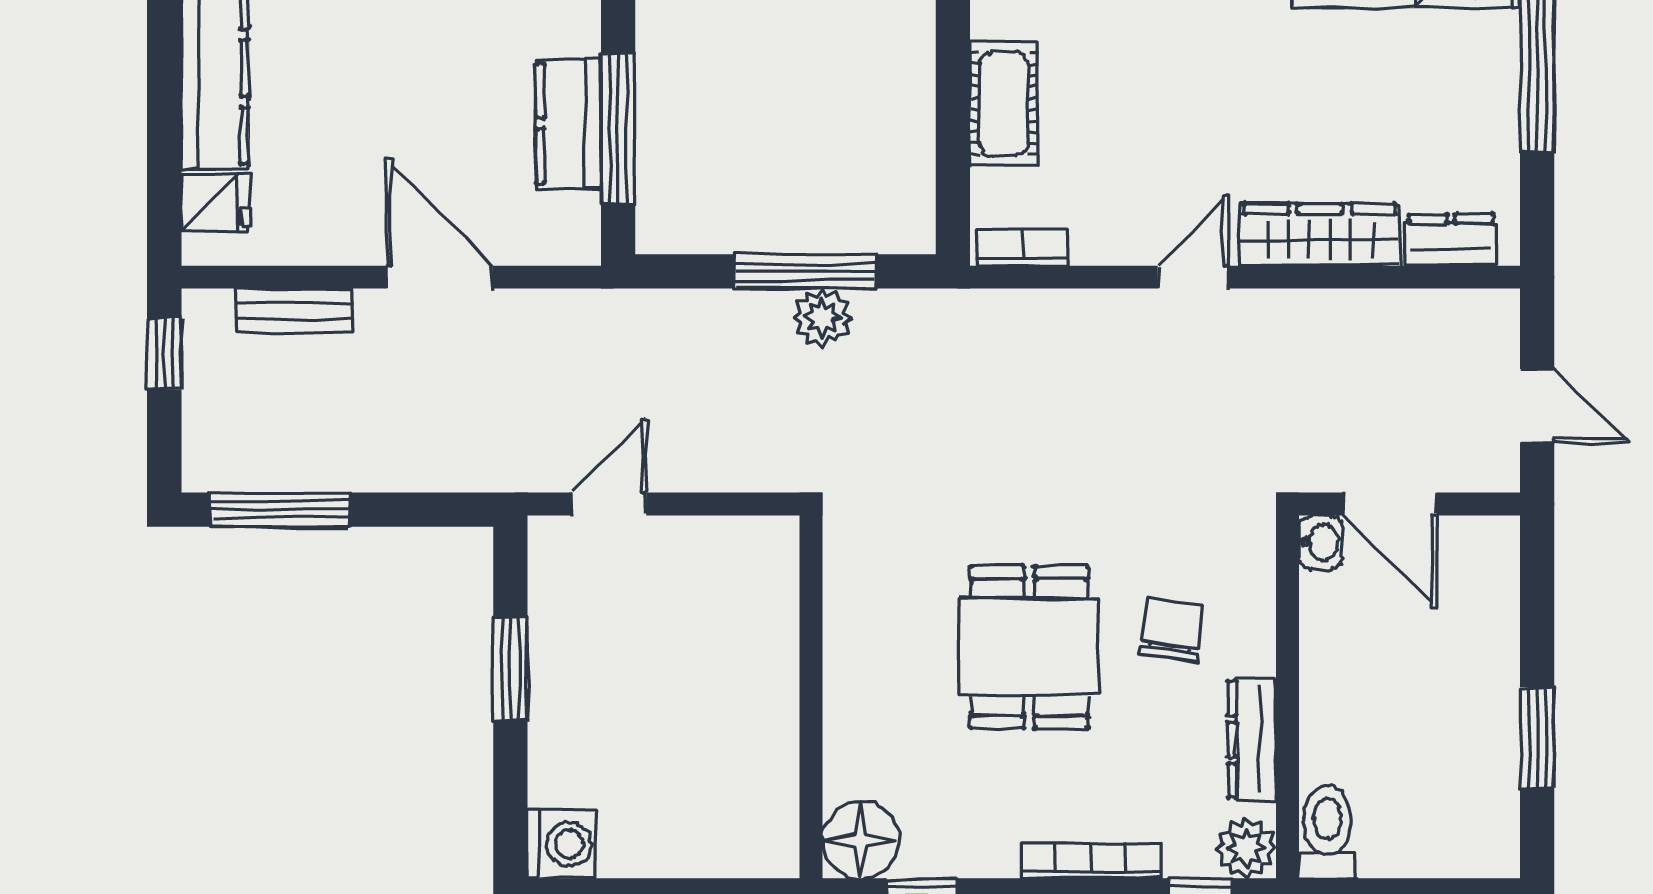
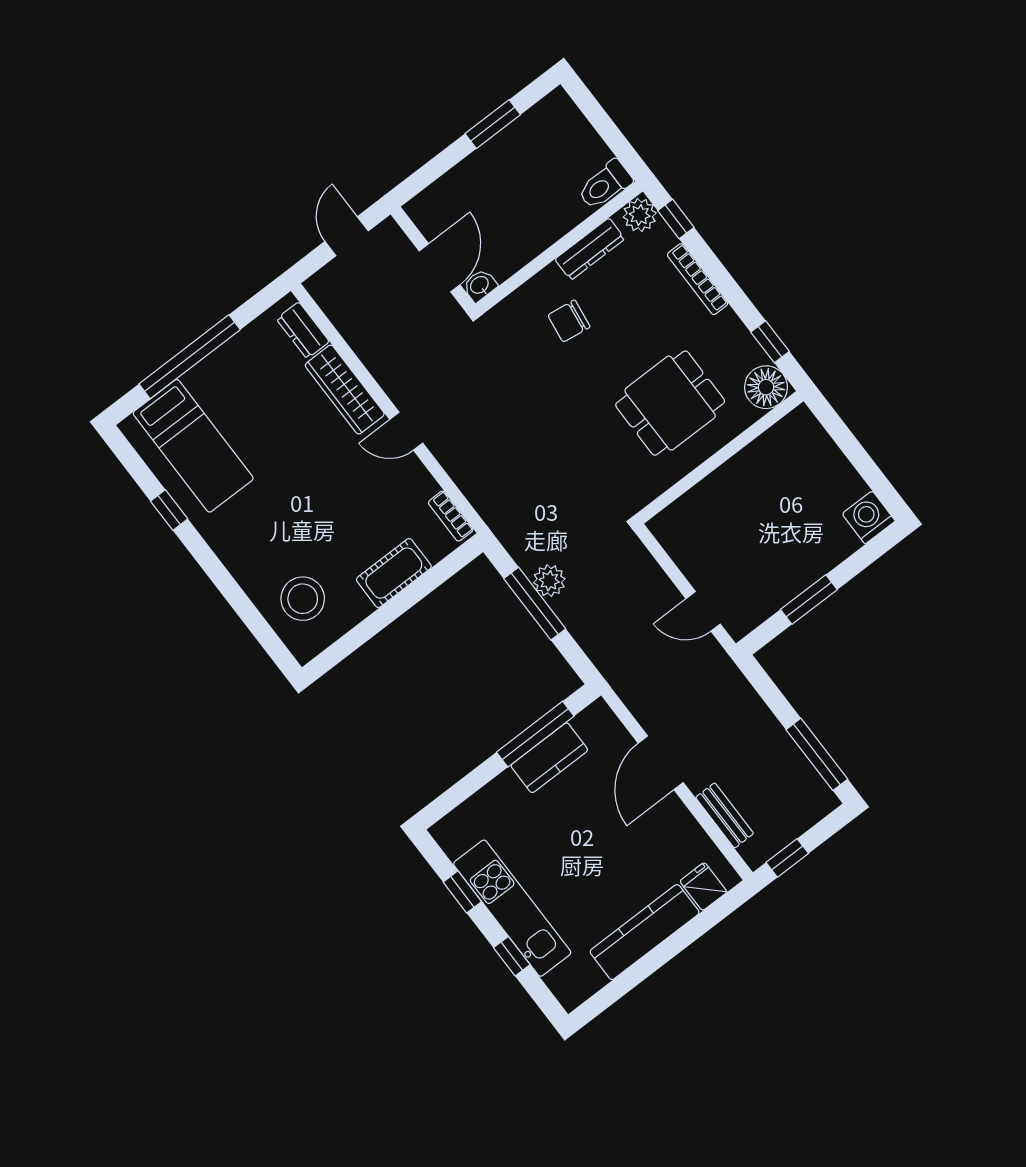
dining table: (1029, 647) -> (670, 403), moved

